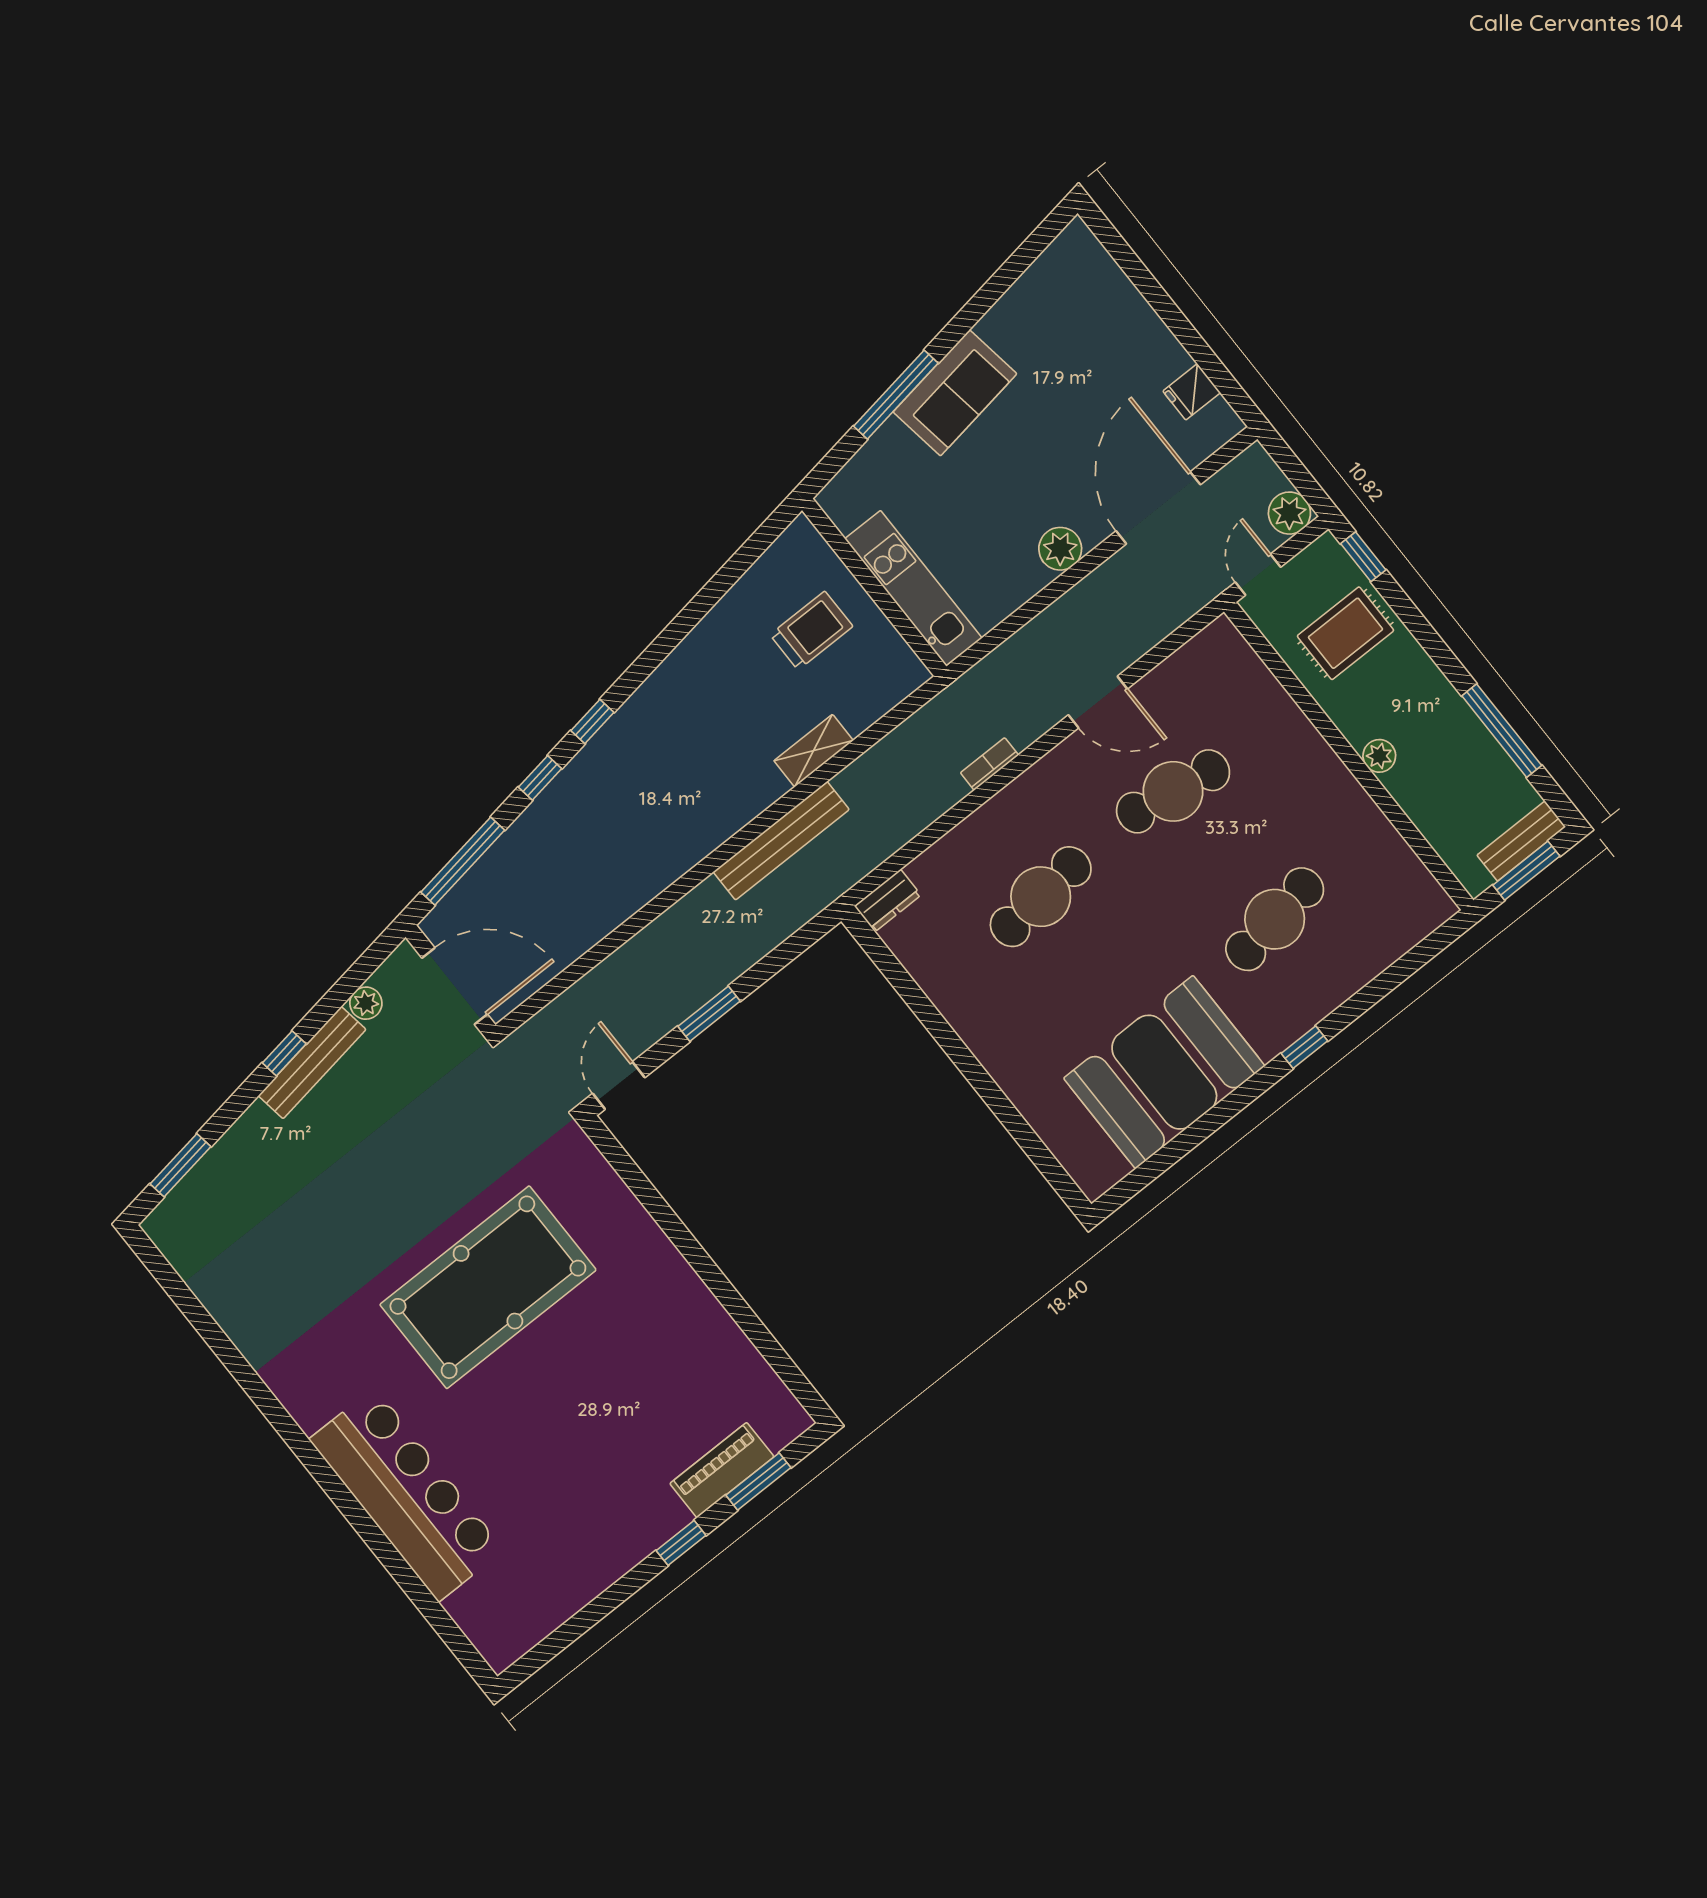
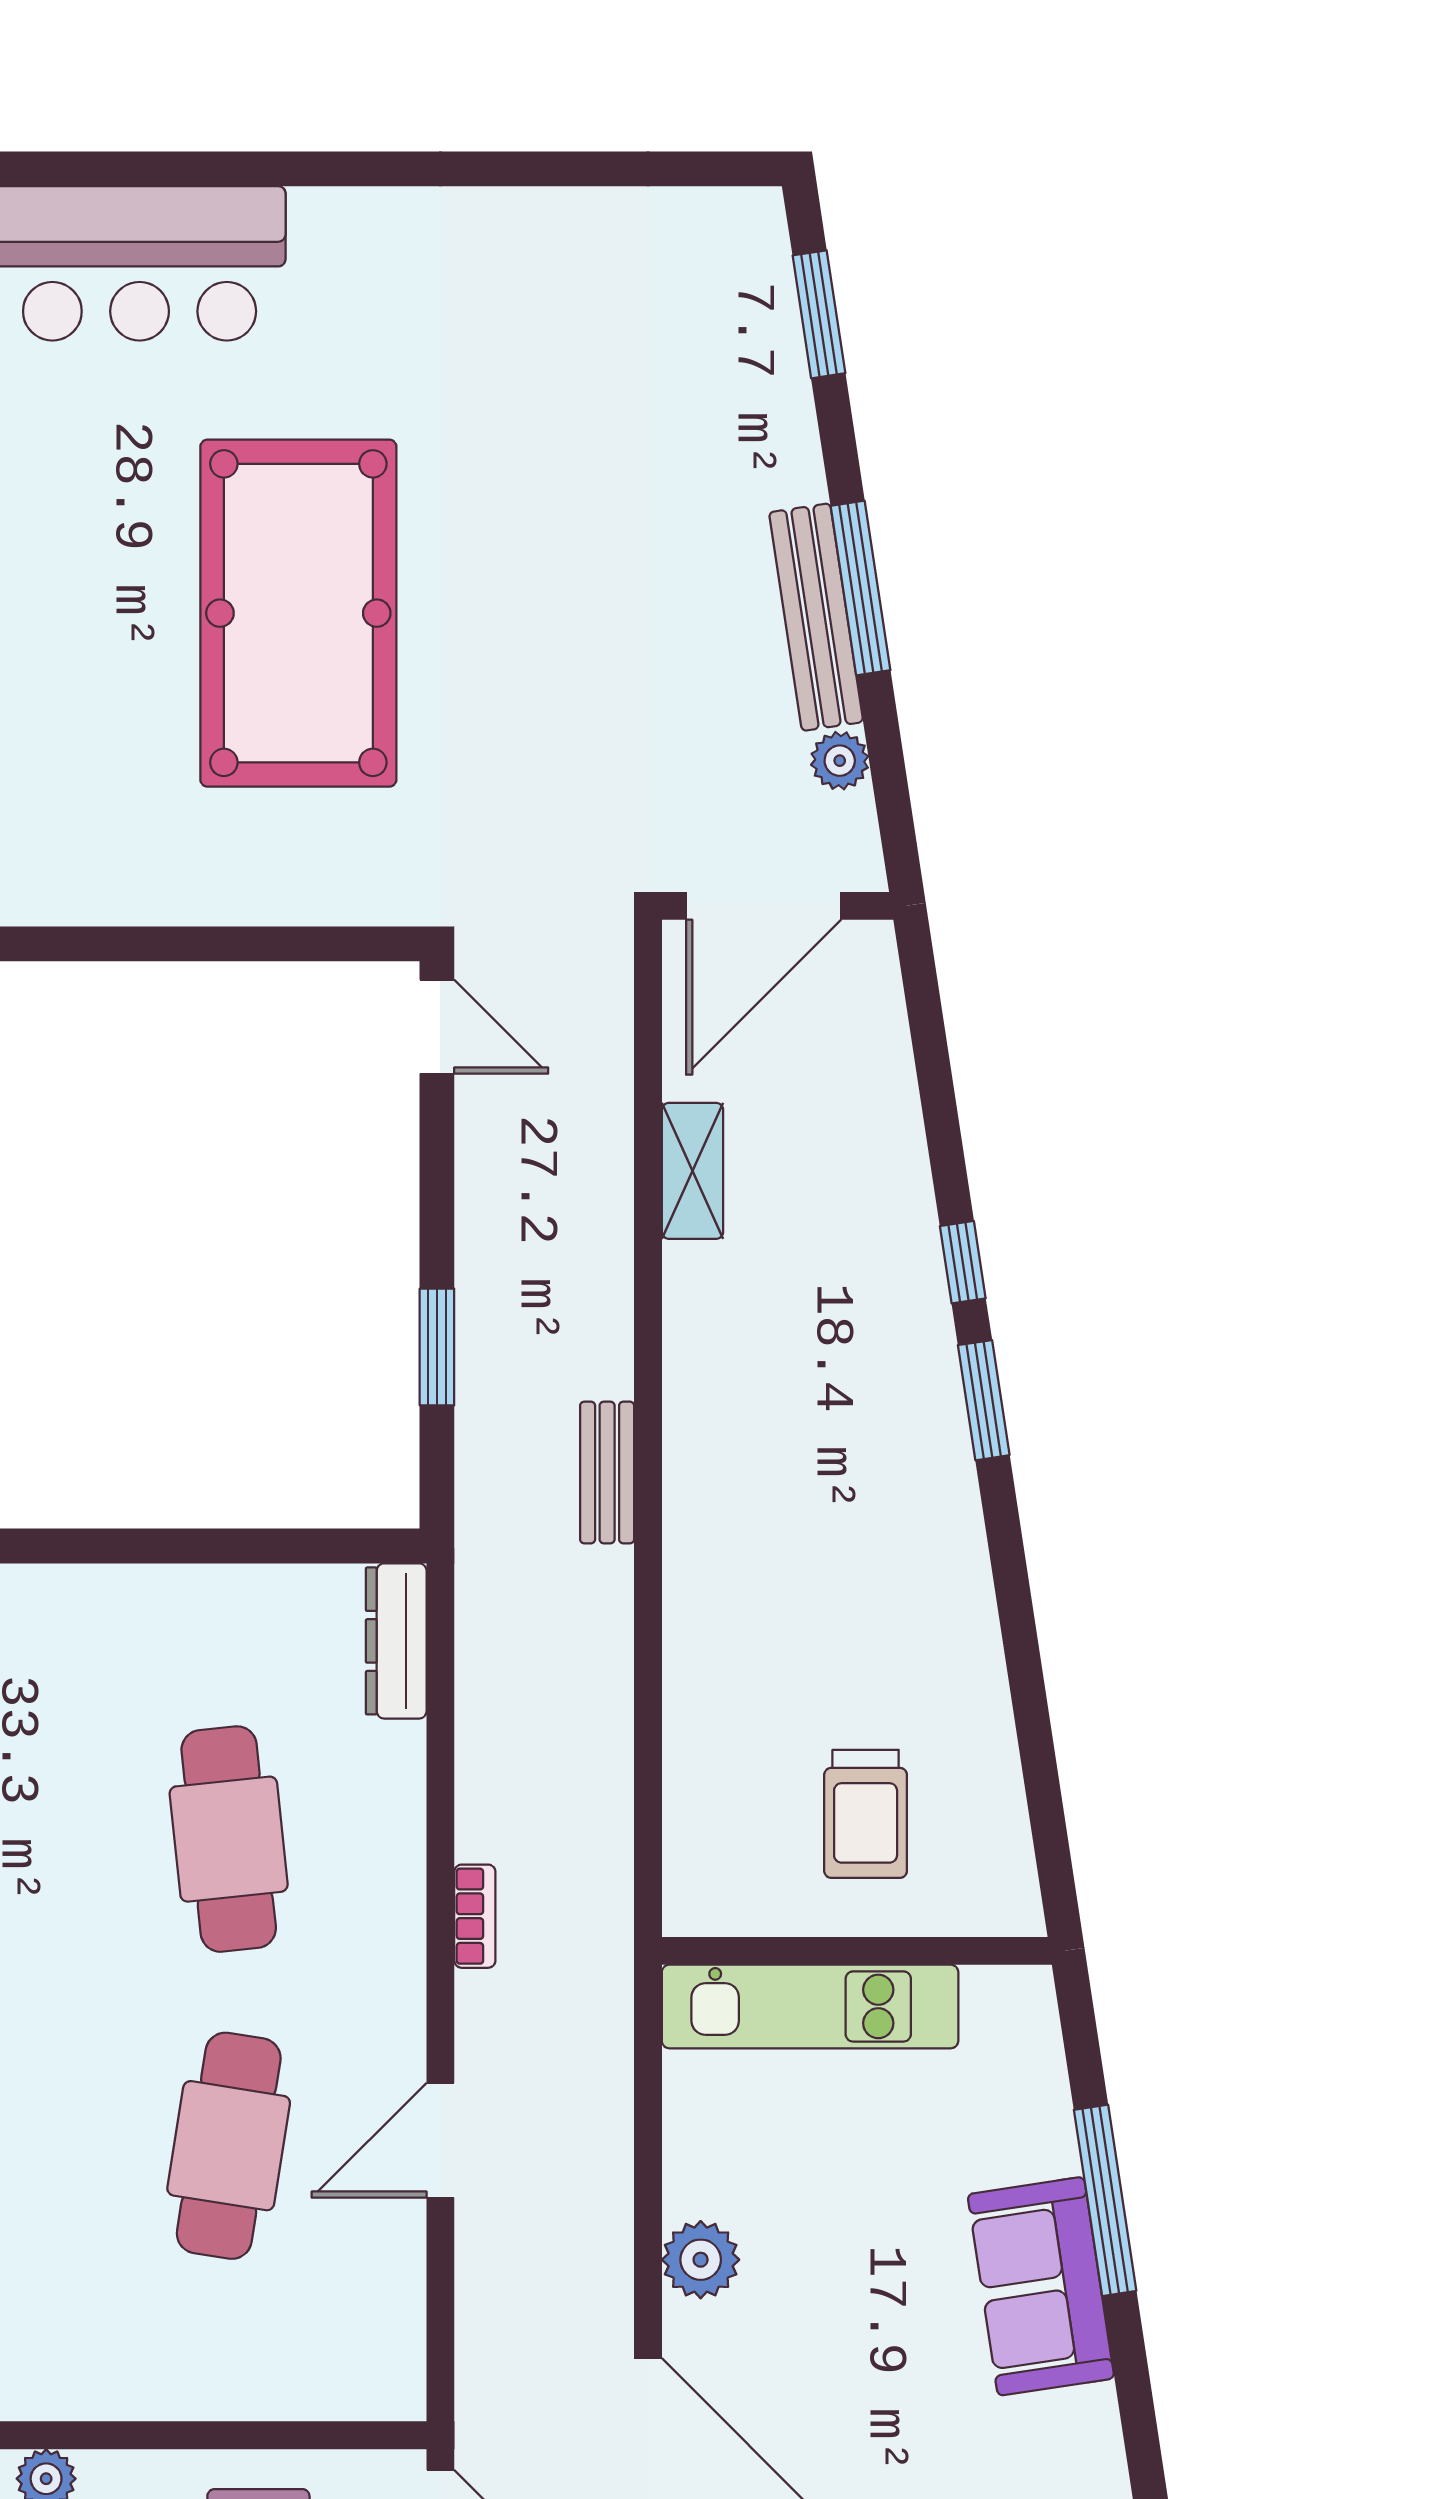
window: (592, 722) -> (984, 1400), width x1.50
shelving: (814, 751) -> (692, 1171), moved
bench: (781, 841) -> (607, 1473), width x0.54, depth x0.82
window: (463, 861) -> (932, 1059), removed
dresser: (888, 900) -> (396, 1641), width x1.44
window: (709, 1014) -> (437, 1347), moved
window: (284, 1053) -> (860, 588), width x2.17

